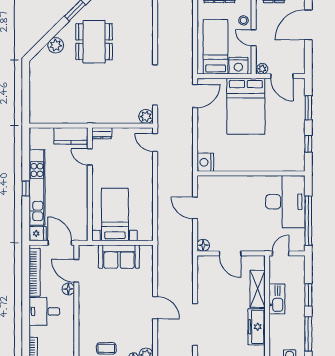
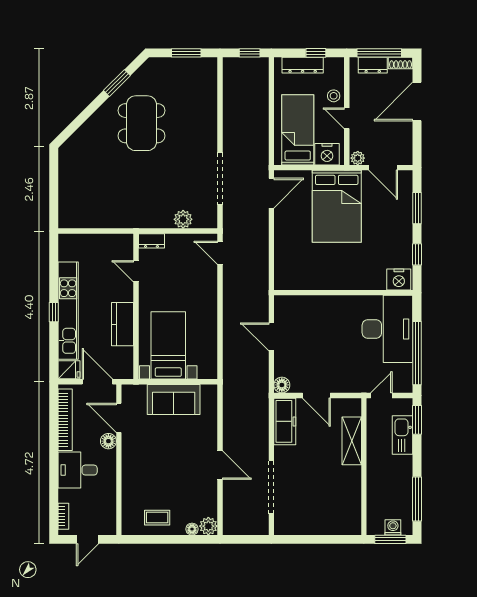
plant: (56, 45) -> (92, 128), removed
plant: (146, 116) -> (183, 219), moved
kitchen counter: (71, 136) -> (123, 324), moved, turned 90
nightstand: (205, 162) -> (399, 279), moved, turned -90
window: (308, 295) -> (417, 420), moved
kitchen sink: (277, 299) -> (403, 435), moved, turned 180
freezer: (257, 327) -> (285, 421), moved, turned 180

